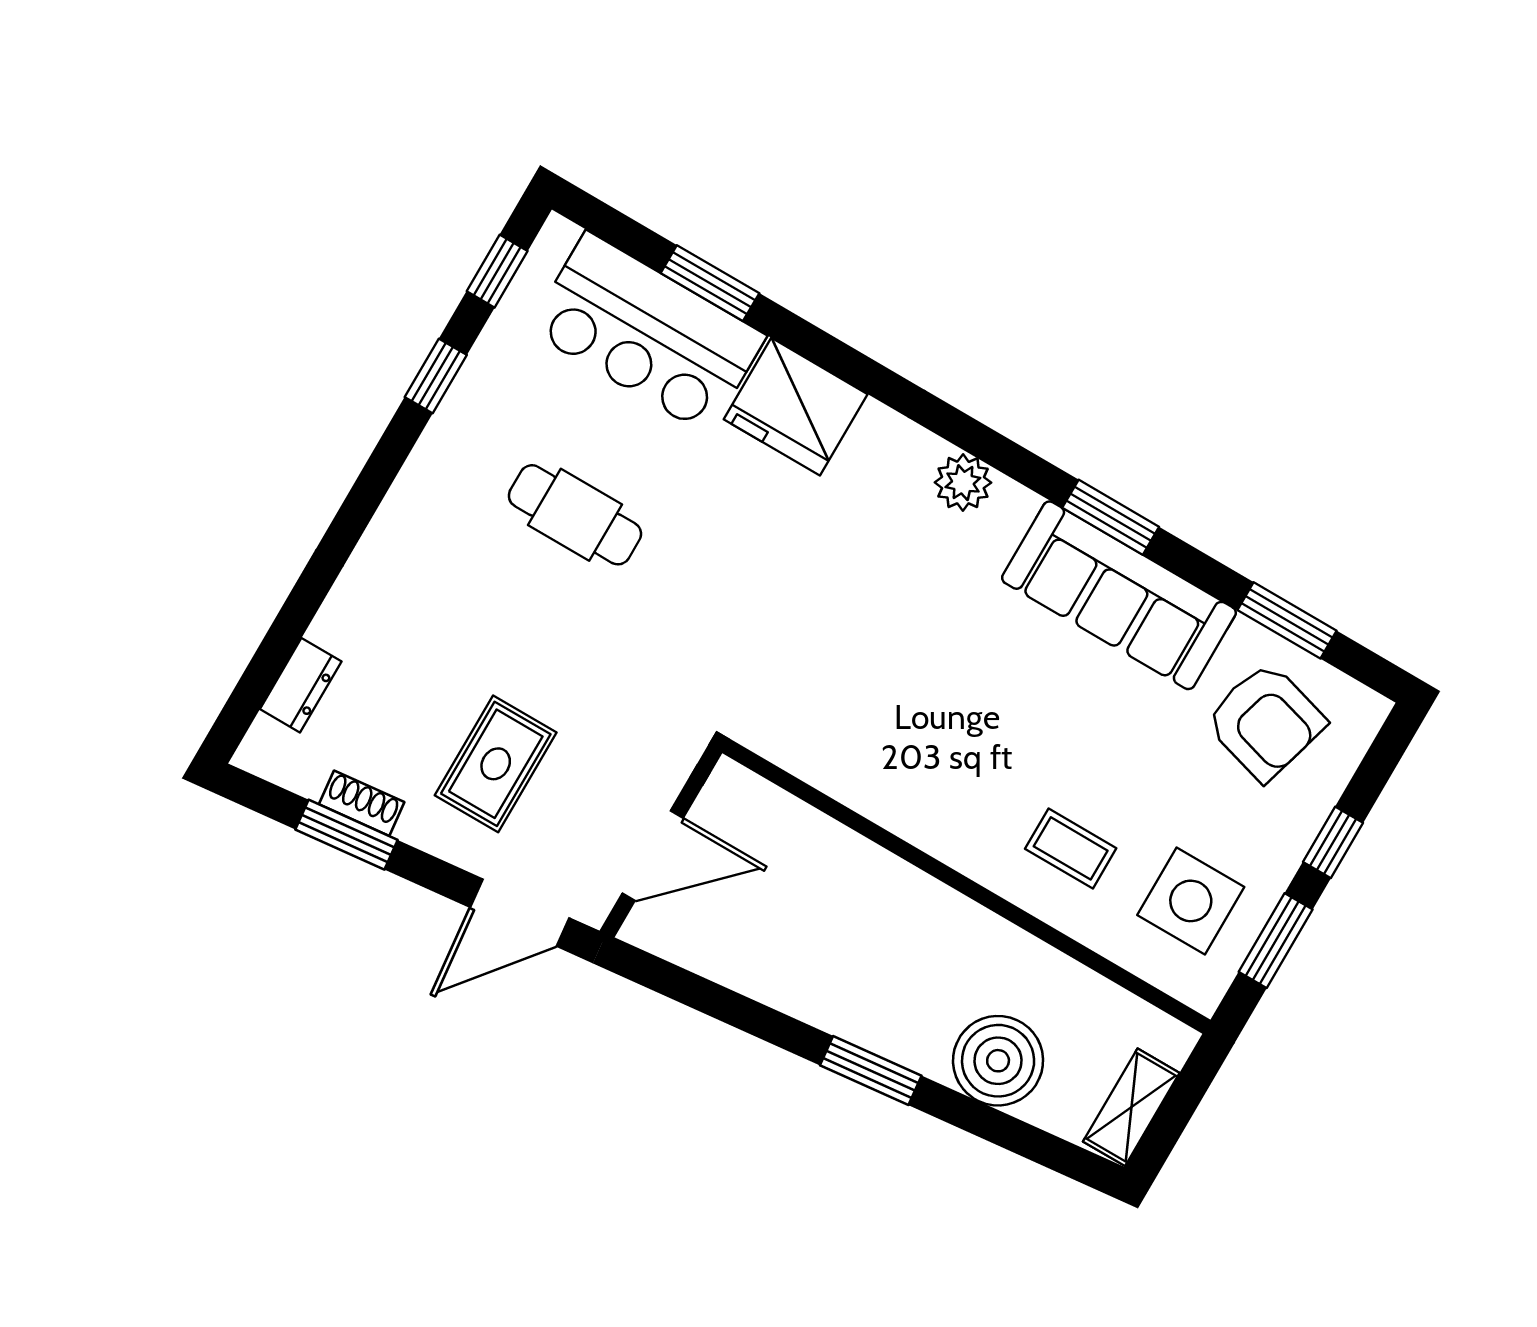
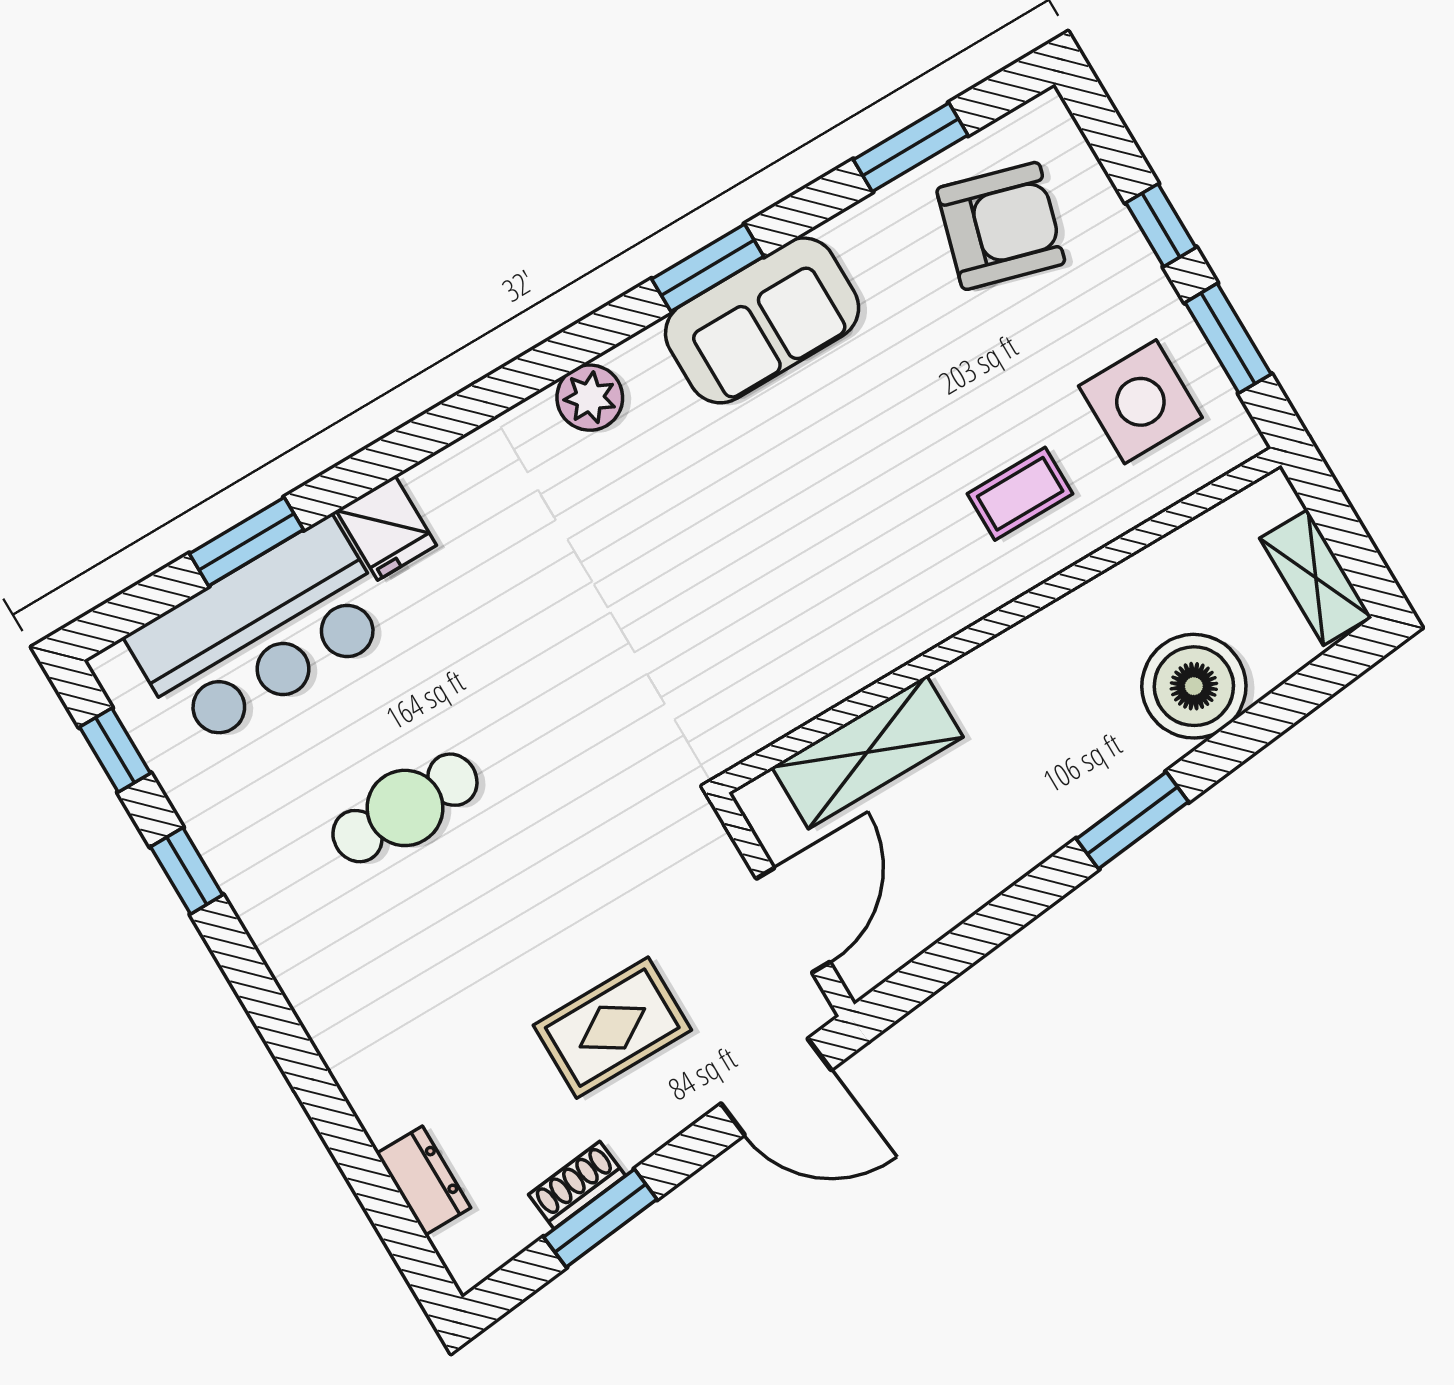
fridge: (796, 407) -> (386, 528), width x0.53, depth x0.75
sofa: (1119, 595) -> (762, 320), width x0.73
rug: (496, 764) -> (612, 1028), turned 90
shelving: (811, 841) -> (867, 752), added
door: (520, 913) -> (776, 1087), hinge flipped

